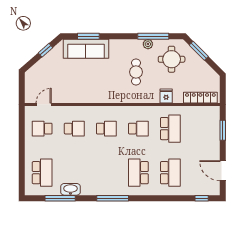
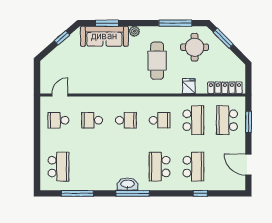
plant: (148, 44) -> (134, 31), moved
cafe table: (136, 72) -> (157, 61), width x1.37, depth x1.35
school desk: (74, 129) -> (92, 120), turned 180
school desk: (202, 129) -> (227, 120), added
washbasin: (70, 189) -> (127, 184), moved
window: (202, 198) -> (200, 193), moved

